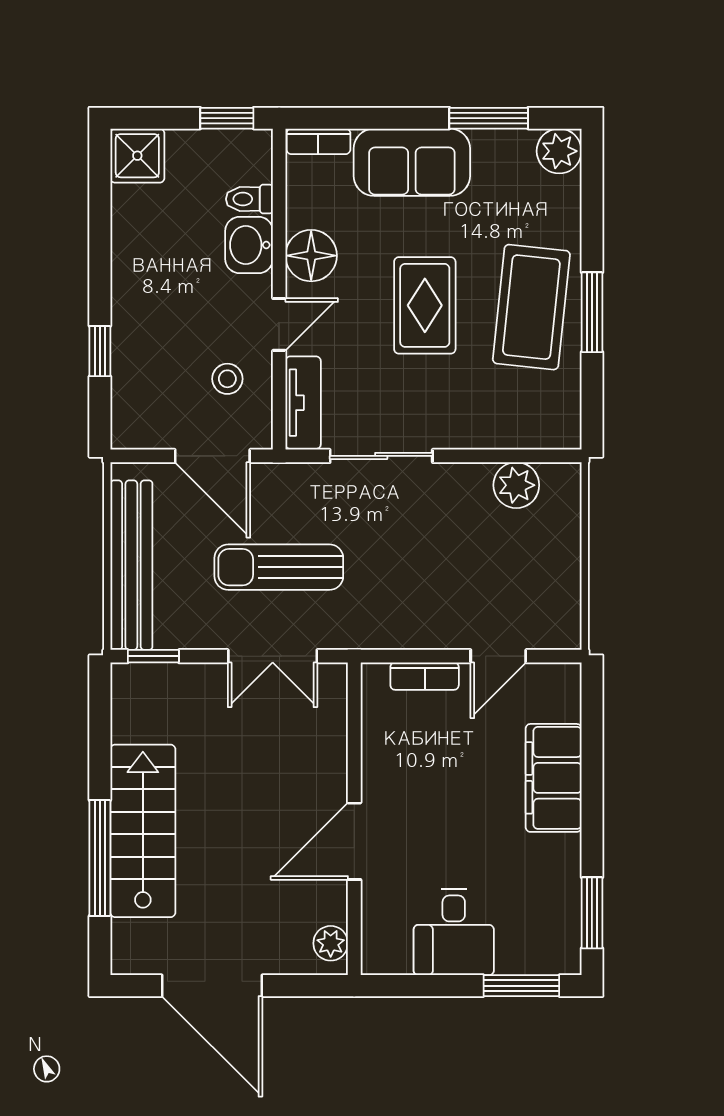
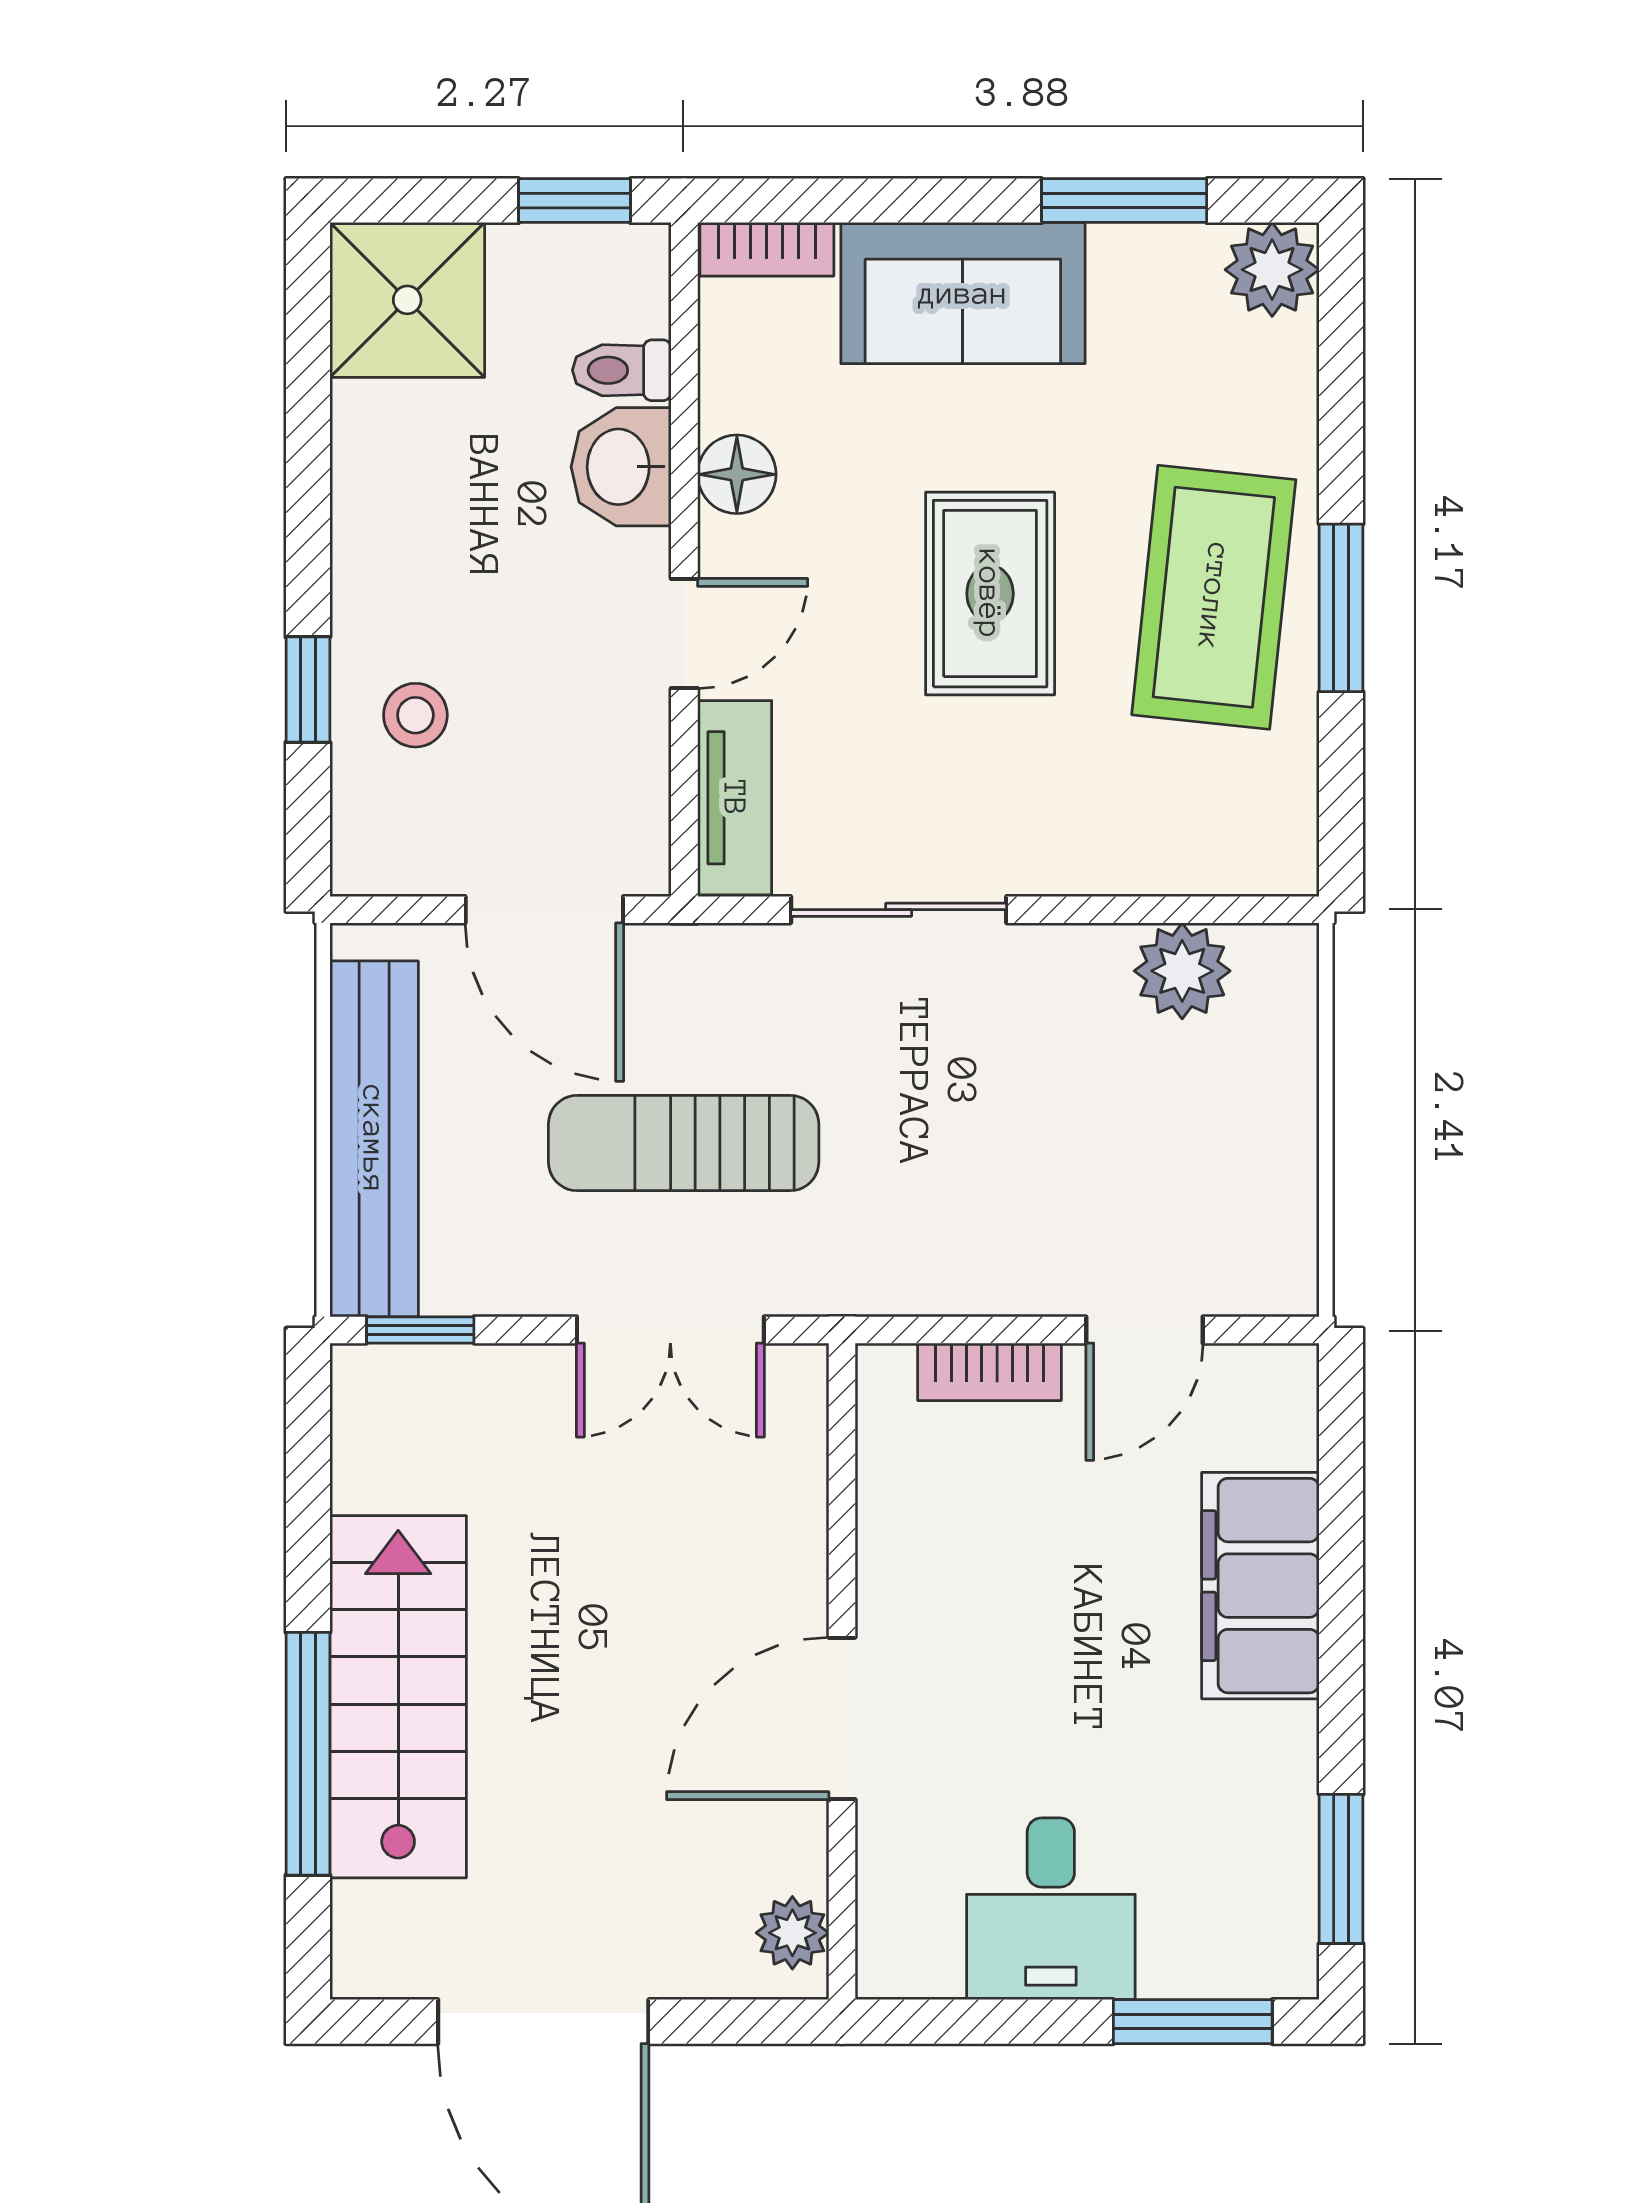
shower: (137, 156) -> (407, 300), width x1.36, depth x1.36
floor lamp: (311, 256) -> (737, 474), width x0.73, depth x0.73
stool: (227, 379) -> (415, 715), moved

